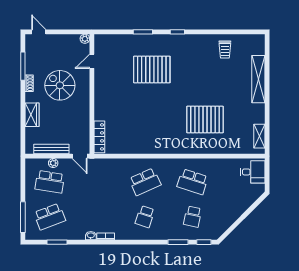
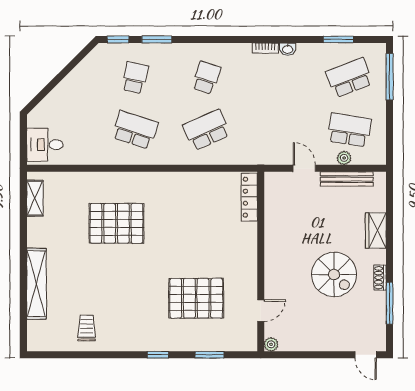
plant: (85, 39) -> (271, 344), moved
door: (92, 61) -> (261, 311), moved
wall: (92, 94) -> (261, 261), moved
locker: (99, 137) -> (249, 197), moved

